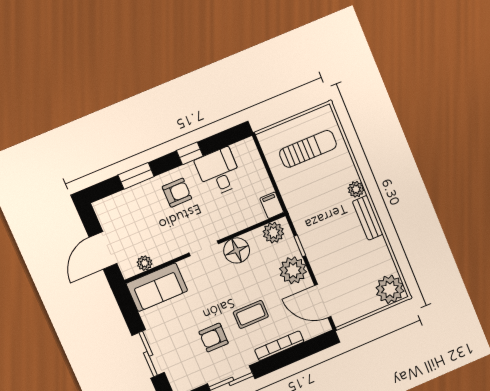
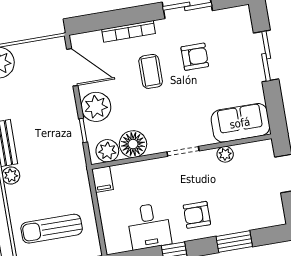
floor lamp: (237, 250) -> (133, 144), moved
plant: (145, 263) -> (225, 154), moved
coffee table: (251, 314) -> (151, 71), turned 90

